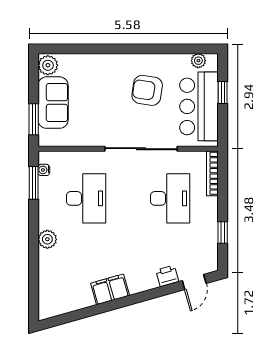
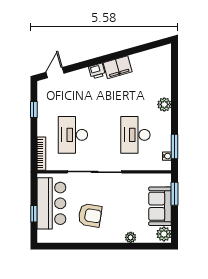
plant: (198, 61) -> (131, 237), moved
printer: (167, 276) -> (97, 71), moved

